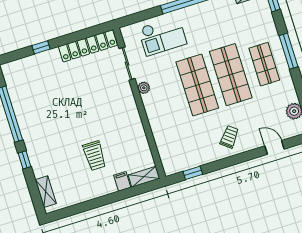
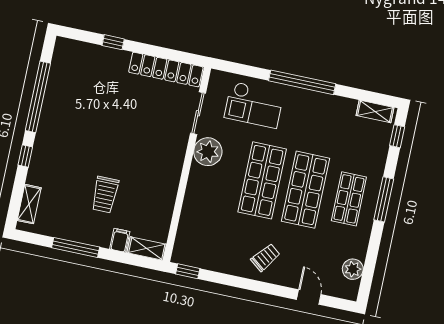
plant: (144, 88) -> (208, 152), width x1.87, depth x1.87
window: (193, 173) -> (188, 271), moved
window: (95, 203) -> (76, 247), added

